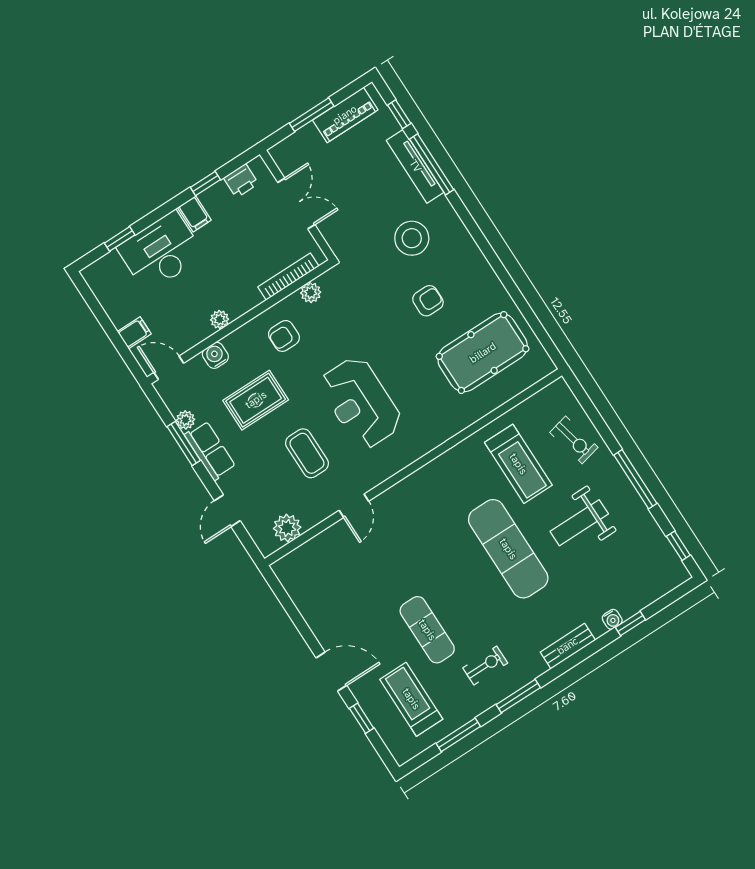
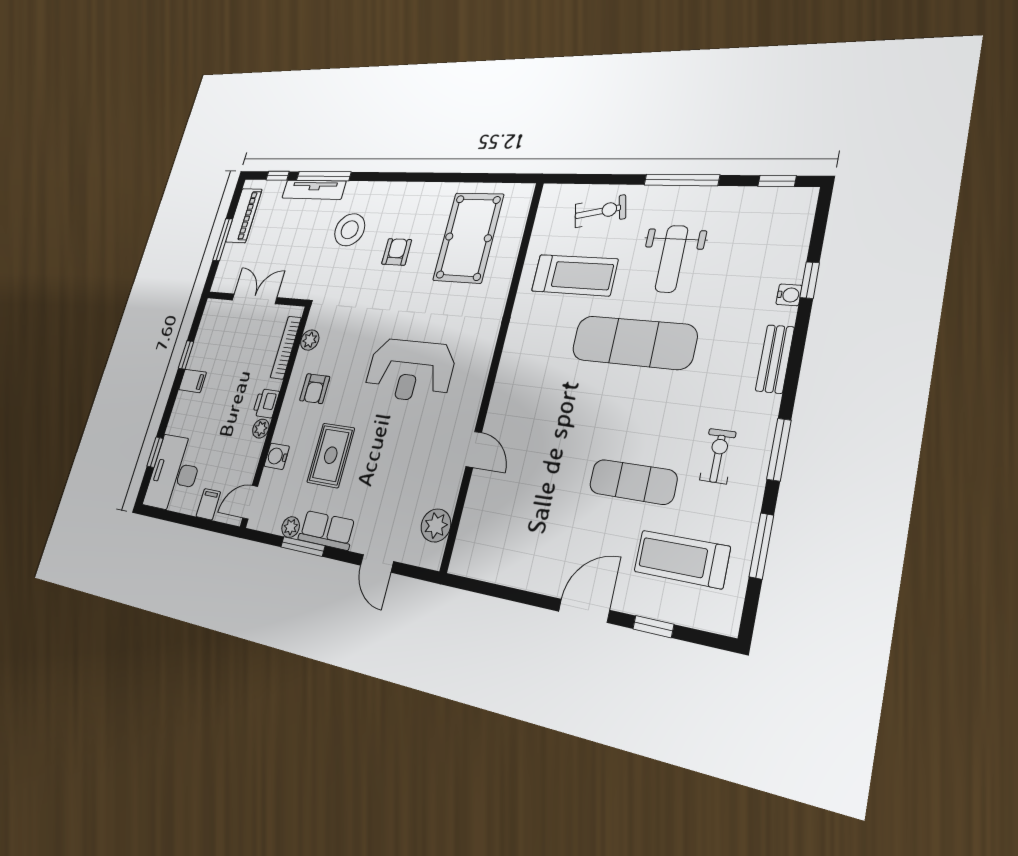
printer: (241, 181) -> (266, 403), moved, turned 180
desk: (161, 252) -> (174, 473), moved
coffee table: (307, 453) -> (402, 451), removed

